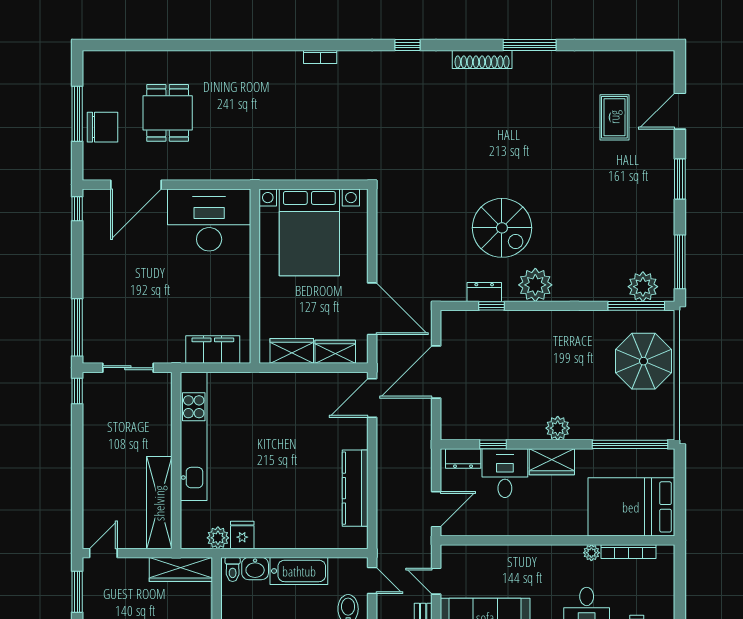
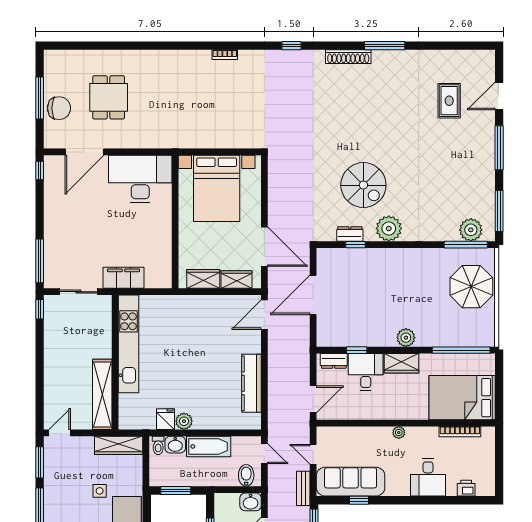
window: (680, 179) -> (499, 148), width x1.44
filing cabinet: (213, 350) -> (123, 278), moved
plant: (218, 538) -> (184, 421), moved
plant: (591, 553) -> (399, 433), moved

